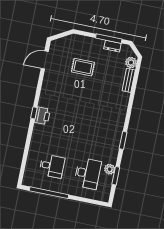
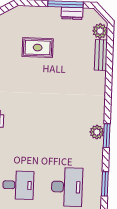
plant: (110, 169) -> (97, 132), moved

